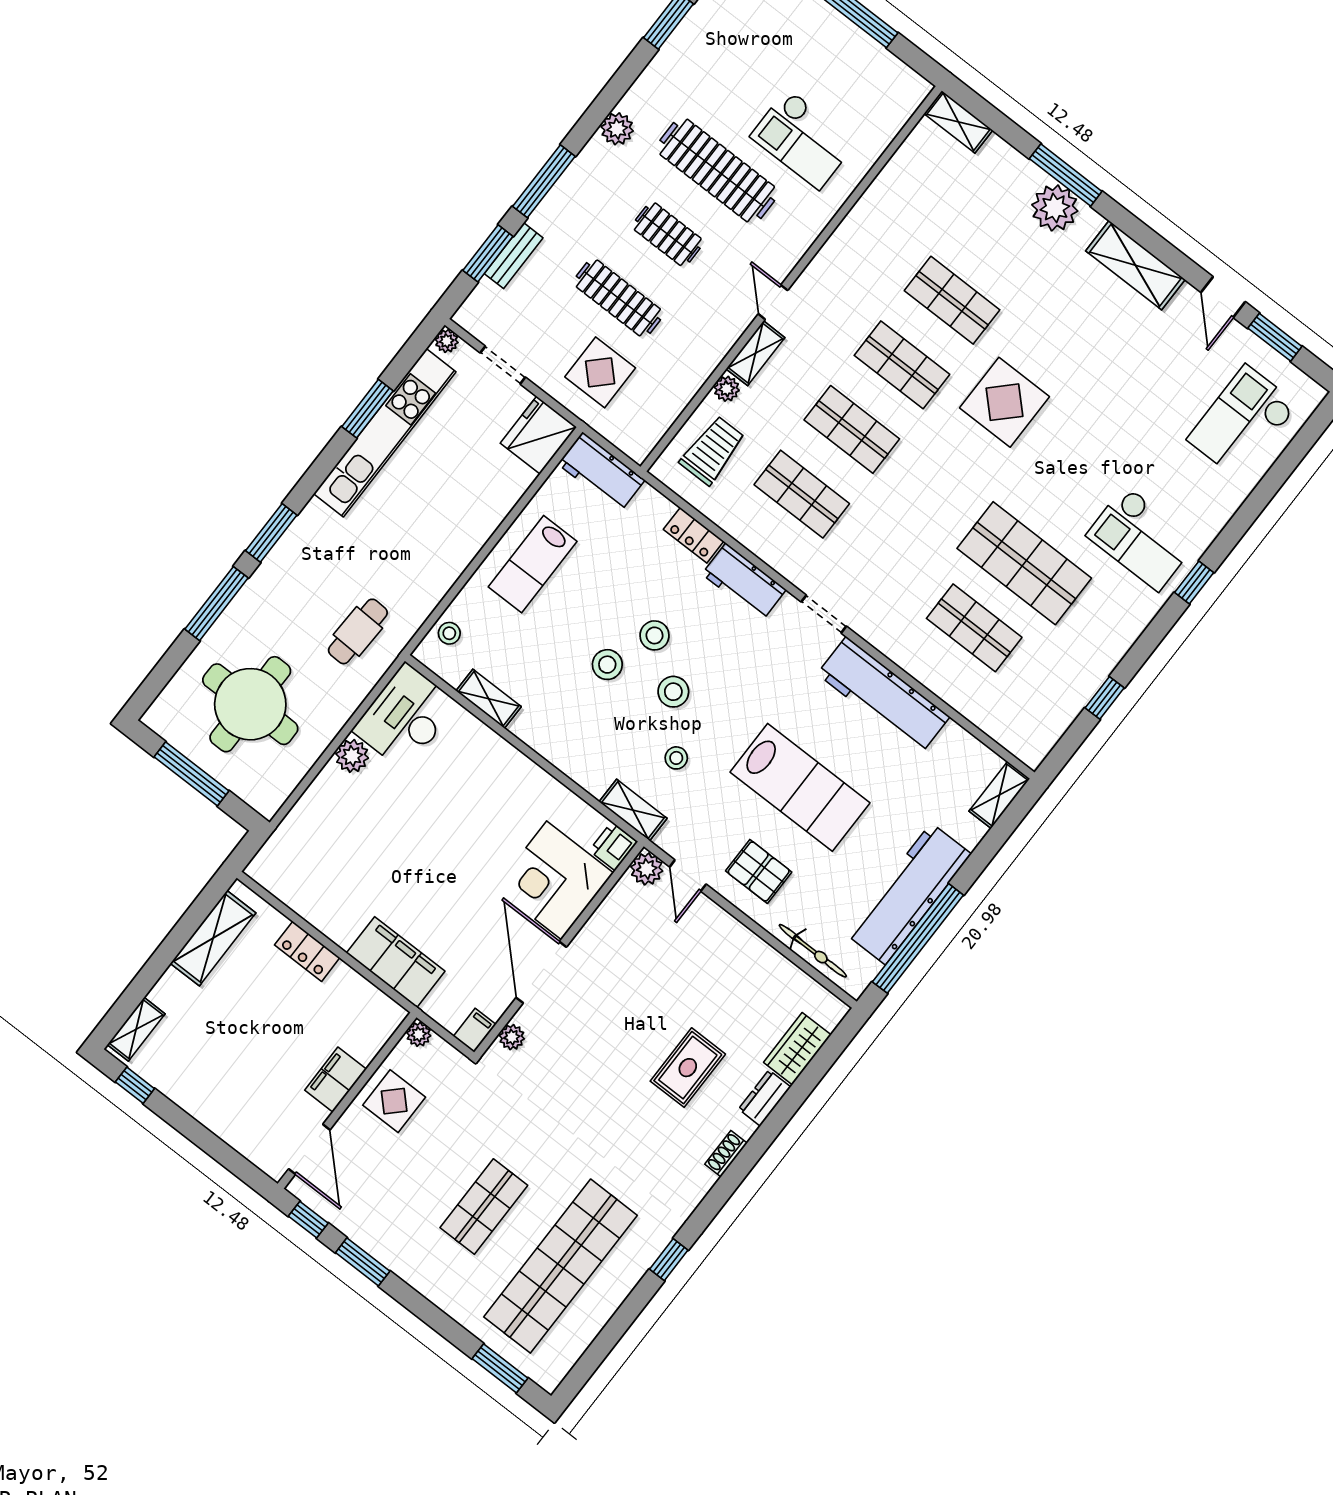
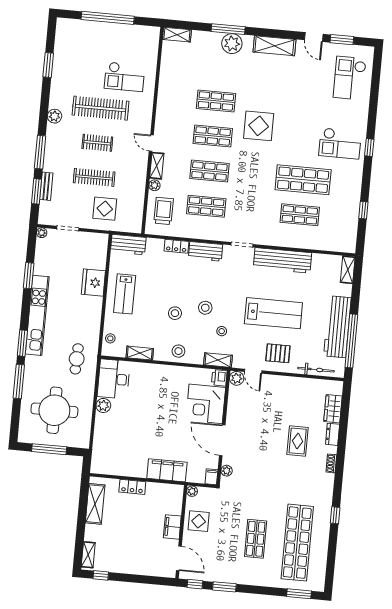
kitchen unit: (385, 433) -> (37, 315), moved
fridge: (538, 435) -> (93, 283), moved
stool: (654, 635) -> (178, 351), moved

